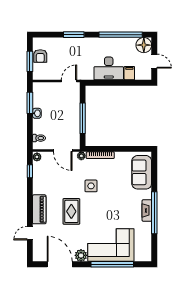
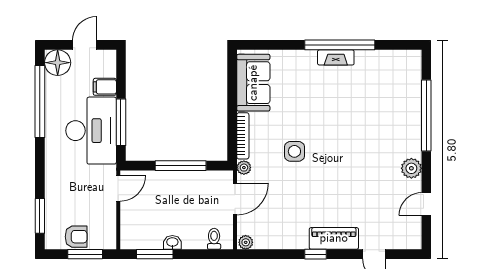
window: (74, 35) -> (40, 216), moved
desk: (109, 68) -> (91, 131), width x1.36, depth x1.30
door: (69, 81) -> (118, 188), swing flipped
window: (108, 83) -> (121, 122), added
window: (30, 171) -> (316, 254), moved
sofa: (142, 172) -> (253, 83), moved, turned -90
rug: (71, 211) -> (337, 184), removed
corner sofa: (111, 245) -> (394, 118), removed
door: (60, 264) -> (426, 204), width x0.53

